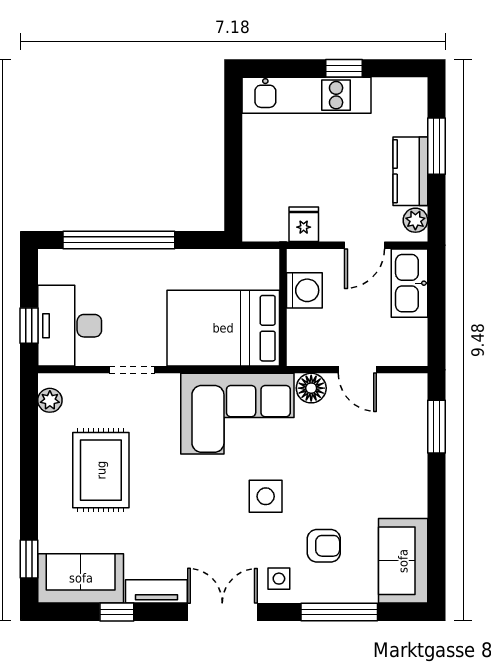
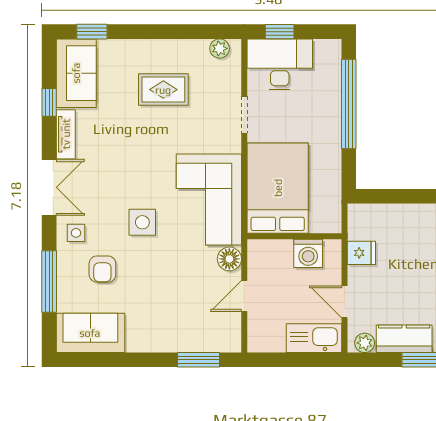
rug: (101, 470) -> (163, 90), width x0.73, depth x0.70

